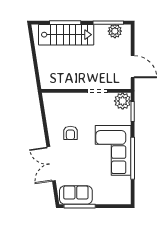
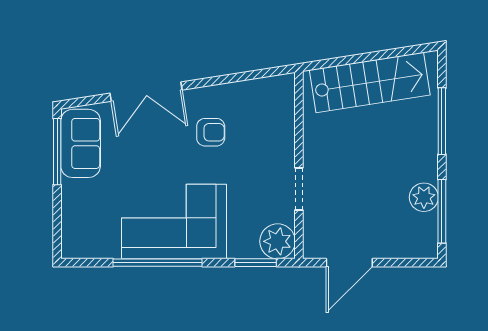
plant: (115, 31) -> (424, 197), moved
stairs: (66, 35) -> (370, 83), moved, turned -99
armchair: (70, 133) -> (211, 132), turned 180
double door: (51, 164) -> (146, 92), swing flipped

